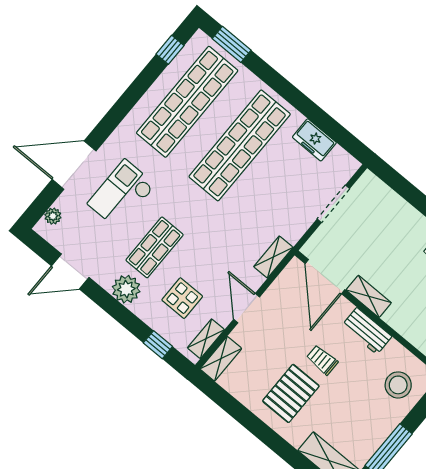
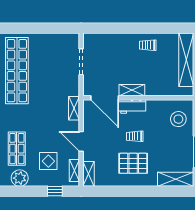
freezer: (314, 140) -> (48, 40), removed
workbench: (367, 331) -> (132, 106), moved
pallet: (291, 393) -> (133, 163), turned 90

